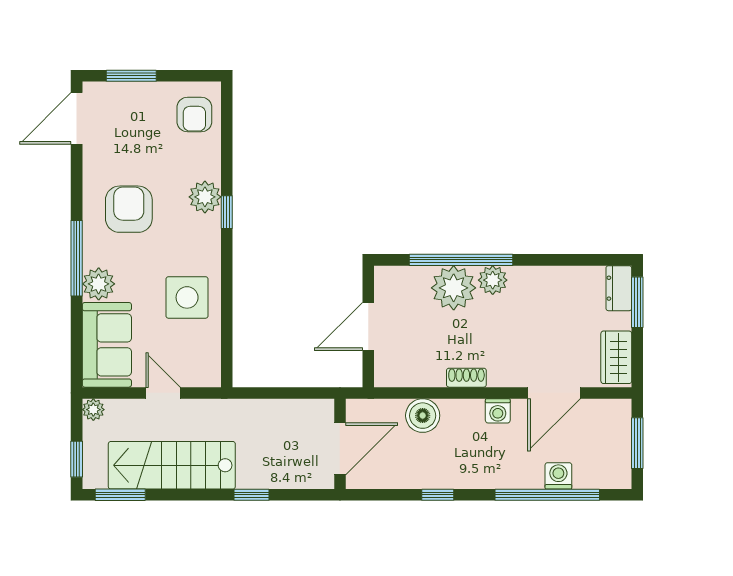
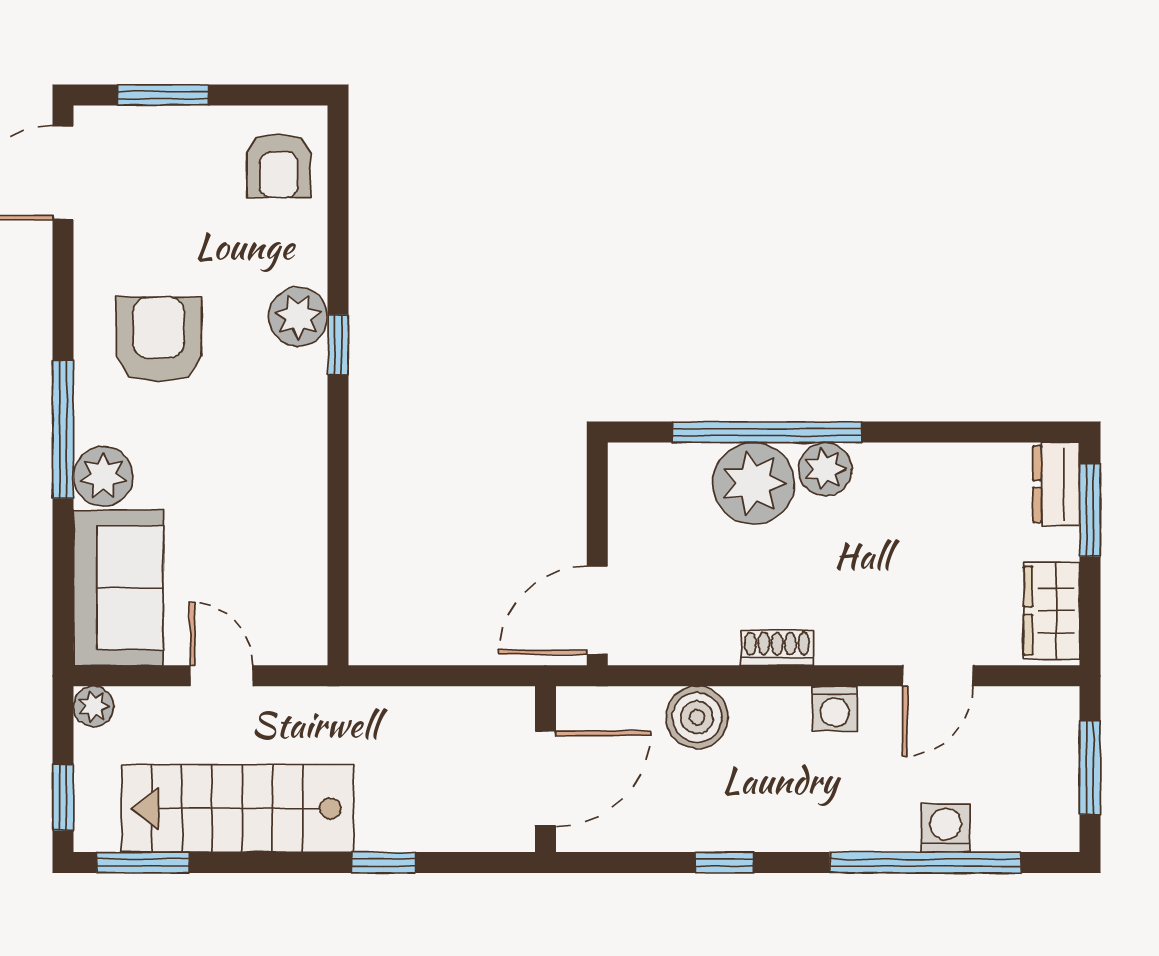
side table: (187, 297) -> (265, 501), removed
door: (368, 326) -> (597, 610), moved
door: (554, 393) -> (938, 676), width x0.73

